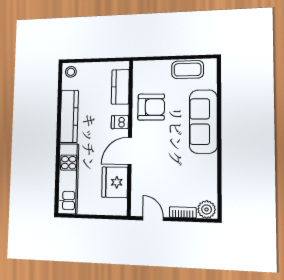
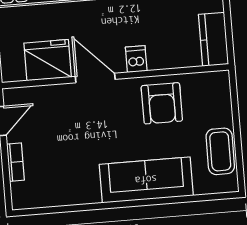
kitchen counter: (120, 87) -> (213, 39), moved, turned -90
plant: (207, 209) -> (23, 195), removed

